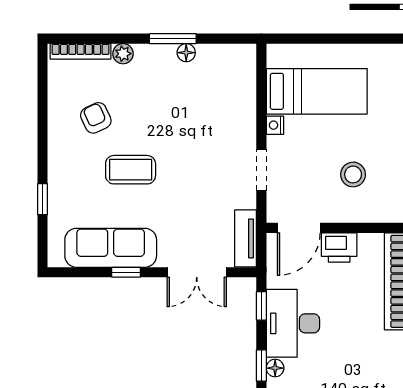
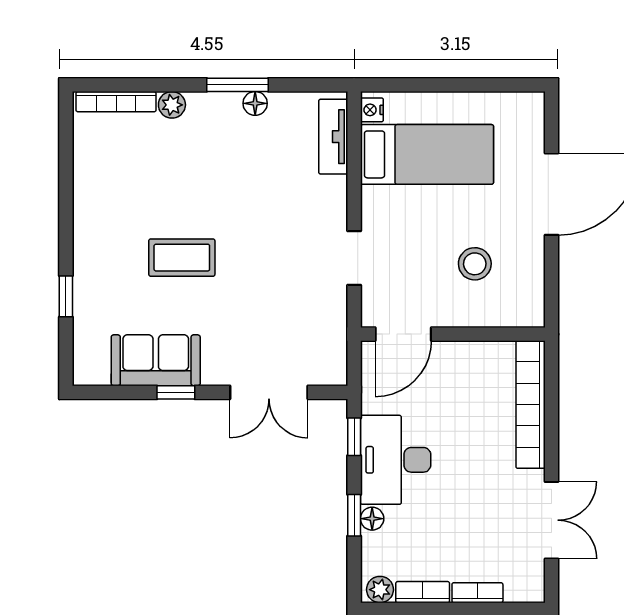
armchair: (96, 118) -> (136, 189), removed
nightstand: (275, 125) -> (372, 110), moved
tv unit: (246, 238) -> (333, 137), moved
sofa: (111, 248) -> (156, 360), width x0.73
printer: (339, 248) -> (456, 360), removed

